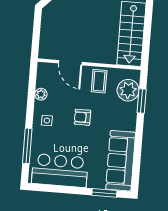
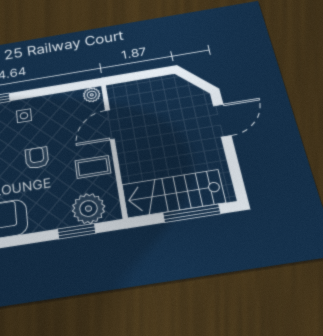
window: (148, 26) -> (192, 213), added
plant: (41, 94) -> (92, 95), moved

